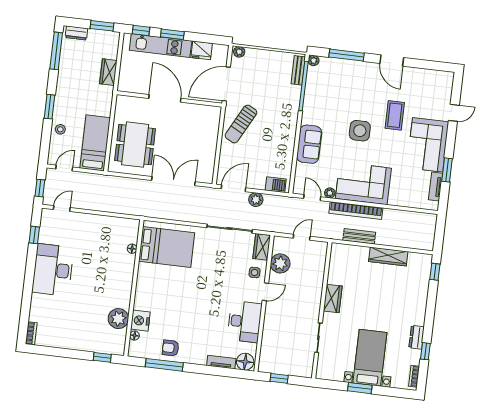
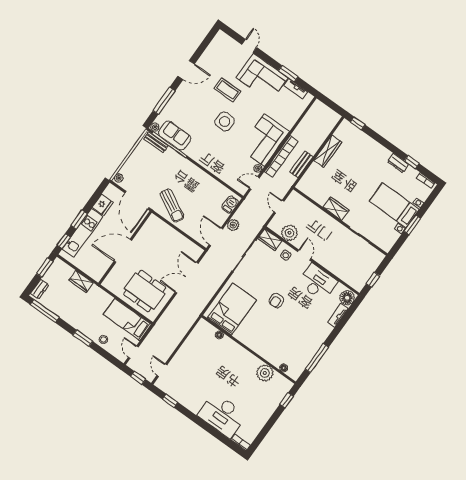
sofa: (309, 144) -> (175, 136), moved
desk: (53, 270) -> (222, 415), moved
nightstand: (140, 321) -> (275, 358), removed
armchair: (171, 348) -> (276, 301), moved

